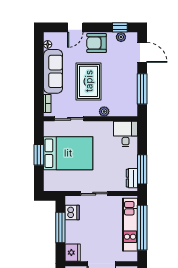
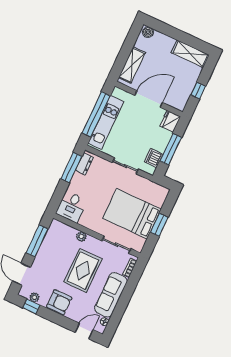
door: (75, 27) -> (84, 331), moved

